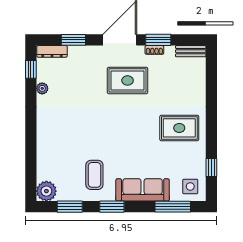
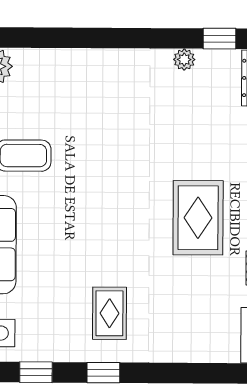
rug: (179, 128) -> (109, 313), width x0.73, depth x0.70
window: (211, 131) -> (103, 373), added

